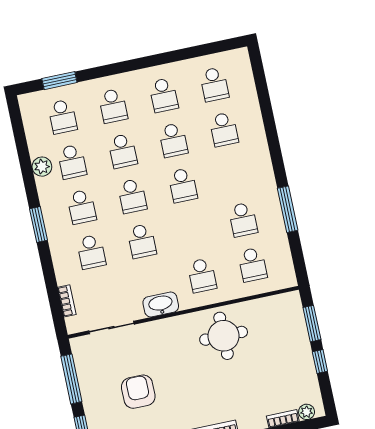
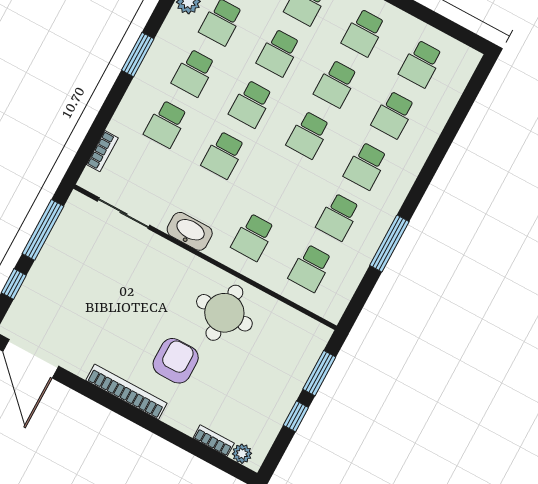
school desk: (233, 174) -> (366, 166), added
armchair: (138, 392) -> (176, 361), moved

